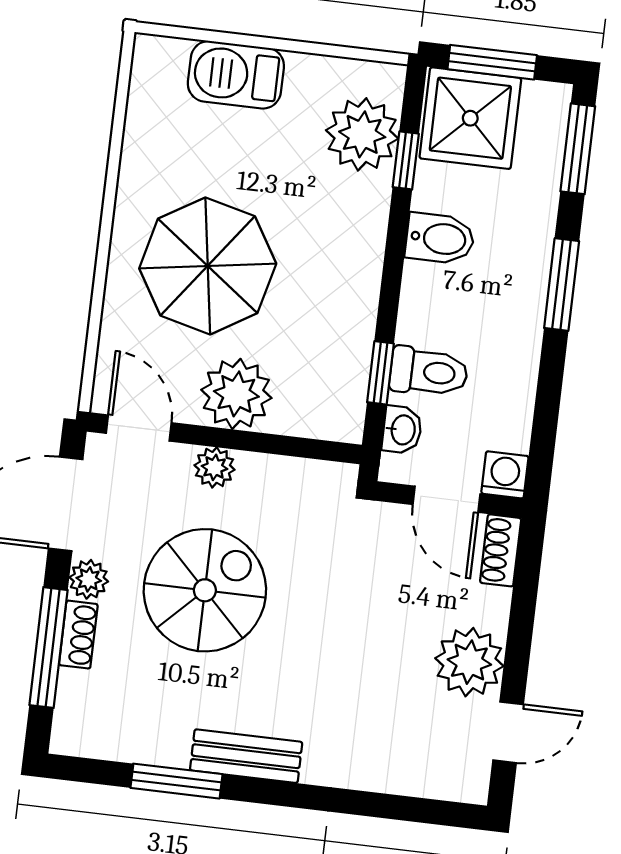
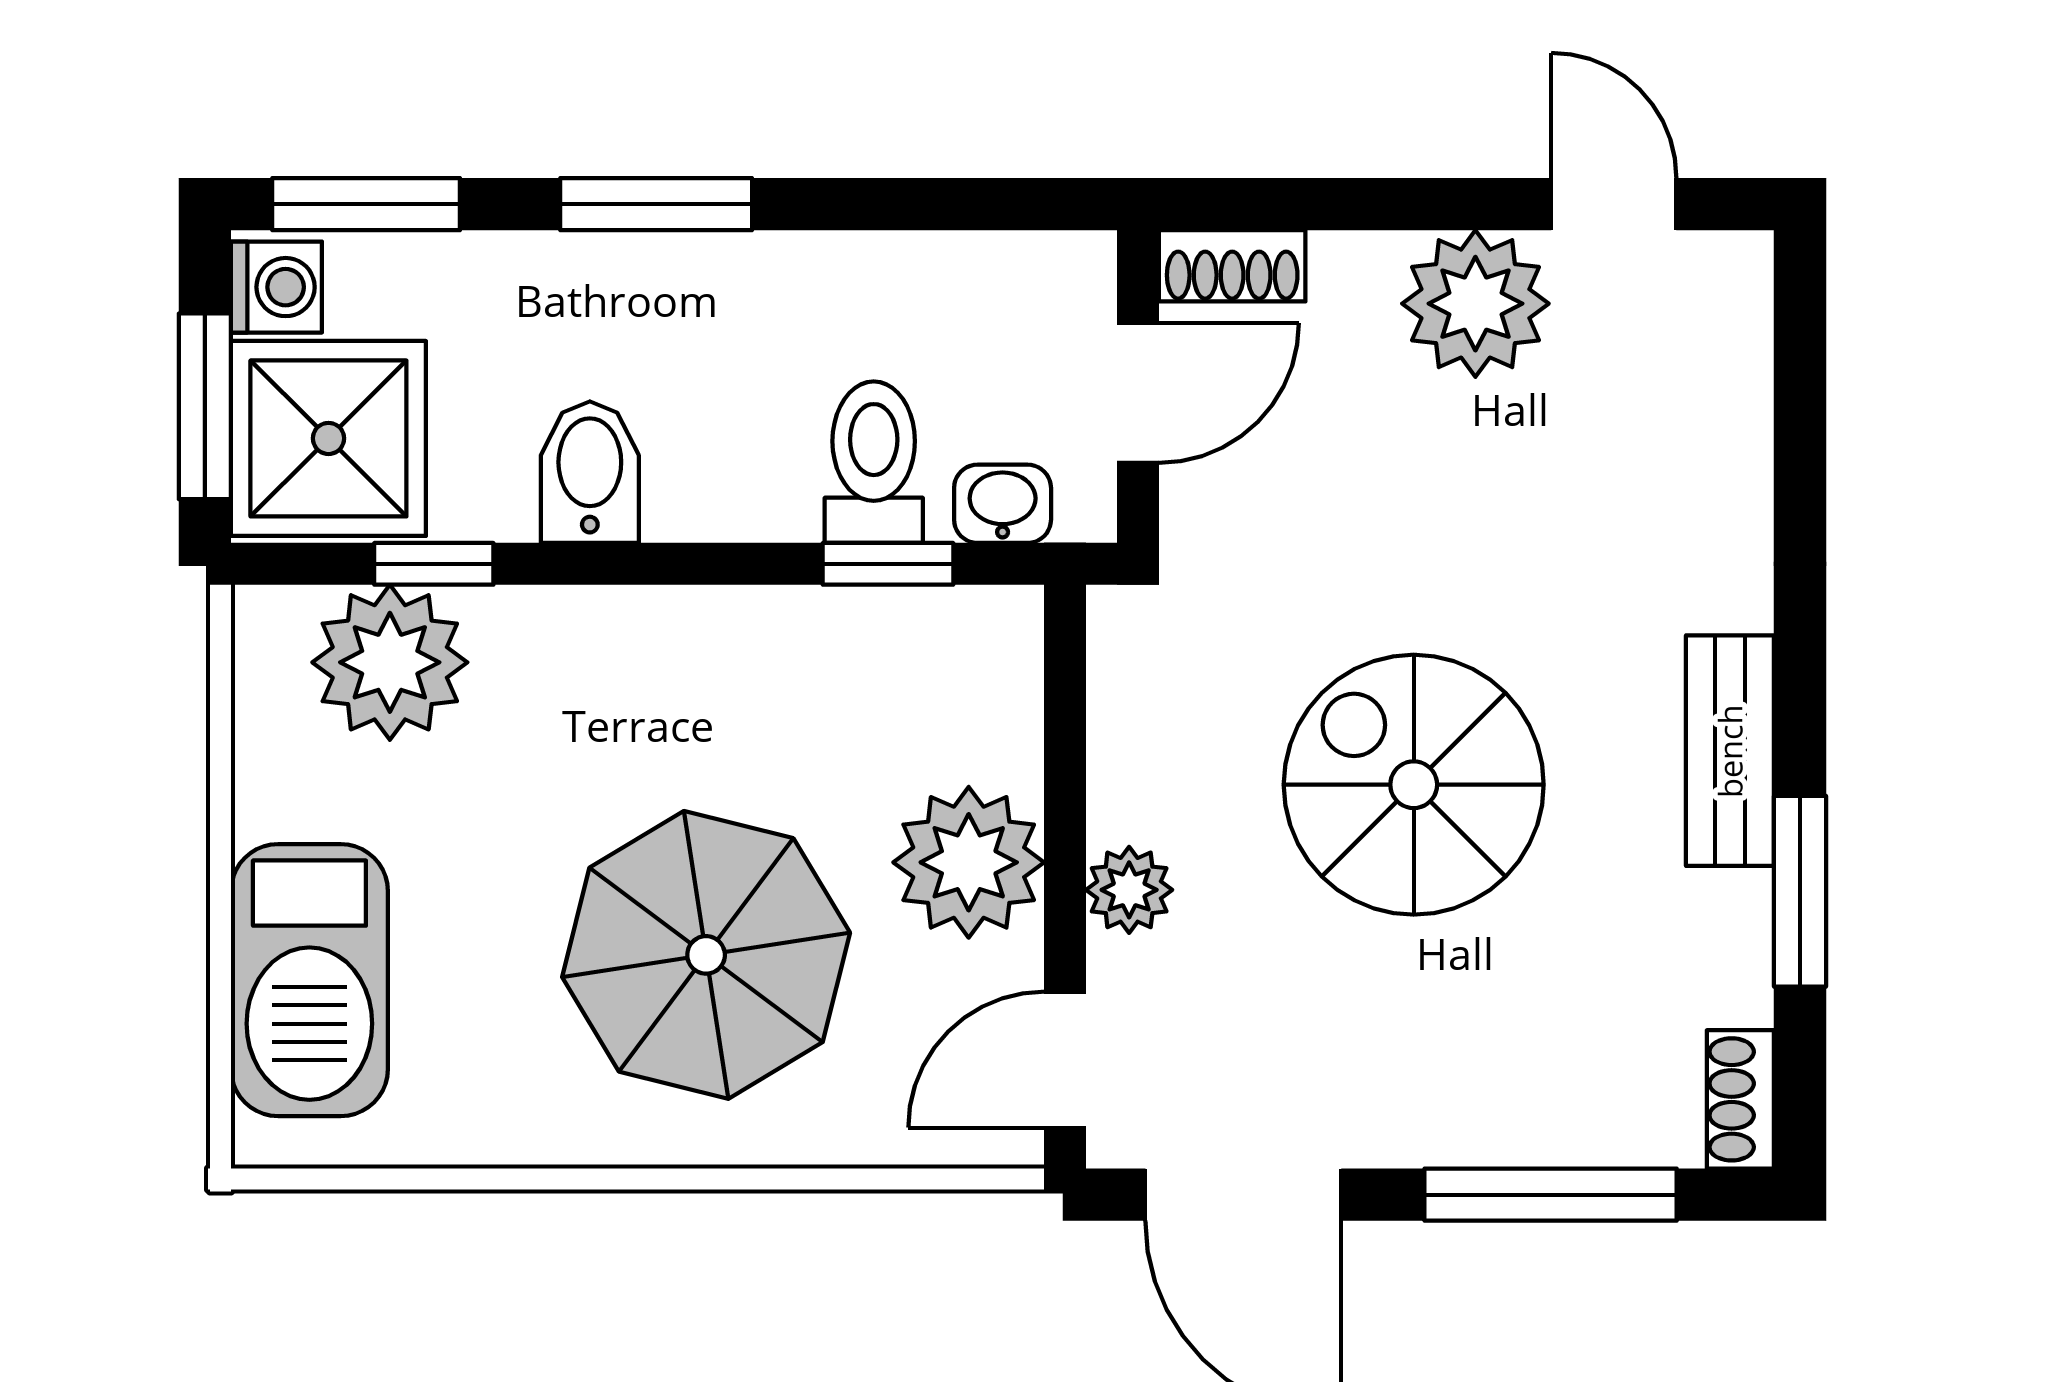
barbecue: (236, 75) -> (309, 980), width x1.37, depth x1.21
washing machine: (505, 475) -> (276, 287), moved, turned 180
plant: (89, 579) -> (1397, 1127), removed
spiral stairs: (205, 590) -> (1414, 785), moved
shoe rack: (78, 635) -> (1740, 1099), moved, turned -90

